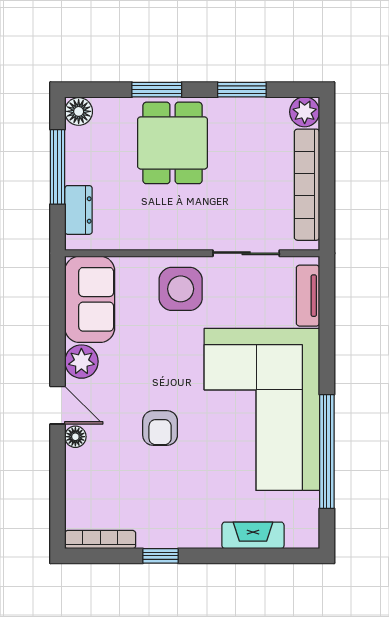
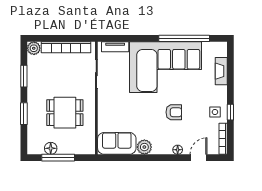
floor lamp: (79, 111) -> (51, 148), moved
dining table: (173, 143) -> (65, 113), moved
dresser: (78, 210) -> (77, 148), removed
side table: (181, 289) -> (215, 112), moved, width x0.54, depth x0.54
door: (58, 405) -> (198, 158), moved

